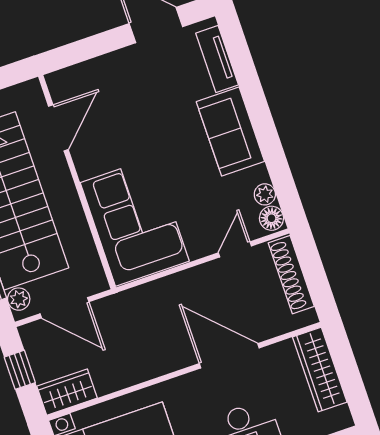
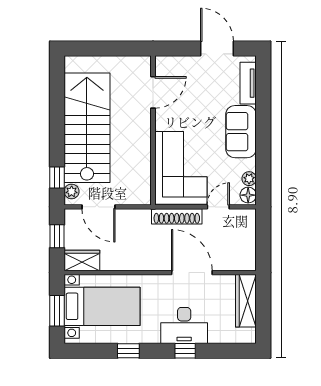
door: (58, 128) -> (153, 92), moved
wall: (77, 182) -> (153, 130), moved
corner sofa: (135, 222) -> (181, 168), moved
shoe rack: (291, 275) -> (177, 216), moved, turned -90

